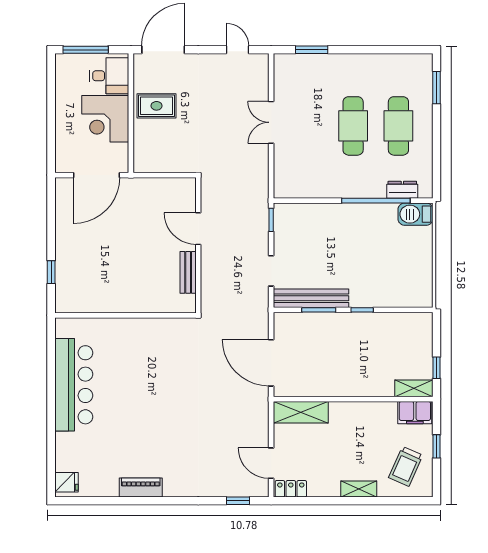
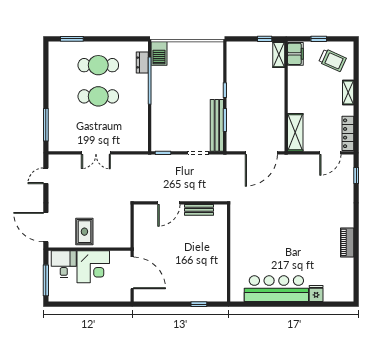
window: (312, 50) -> (46, 125), width x1.44
fridge: (67, 482) -> (316, 294), moved
locker: (291, 489) -> (348, 133), width x1.53

